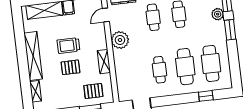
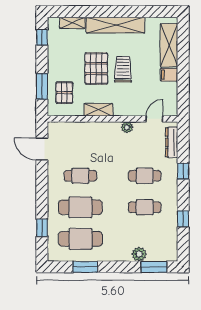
door: (106, 15) -> (154, 119), hinge flipped
window: (230, 30) -> (85, 267), moved
plant: (120, 40) -> (127, 127), width x0.53, depth x0.53
pallet: (70, 67) -> (96, 68), width x1.50, depth x1.42

